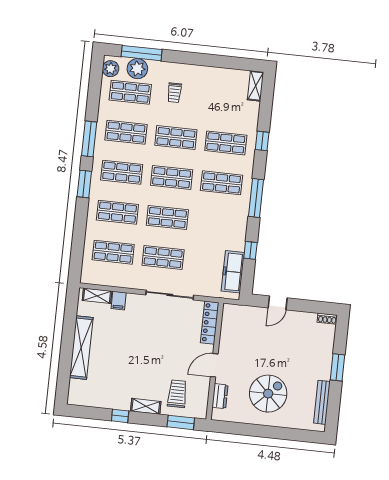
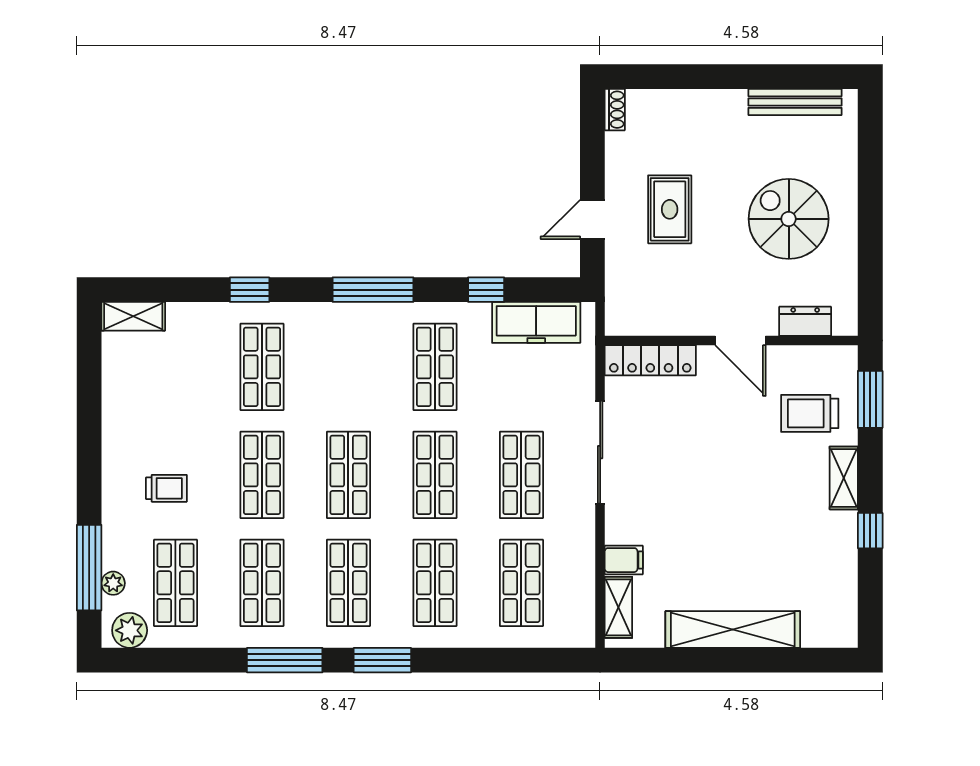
plant: (137, 69) -> (113, 583), width x0.53, depth x0.53
shop shelf: (222, 183) -> (435, 367), moved
door: (278, 303) -> (592, 220), swing flipped
rug: (278, 339) -> (670, 209), added
window: (337, 367) -> (717, 77), removed

